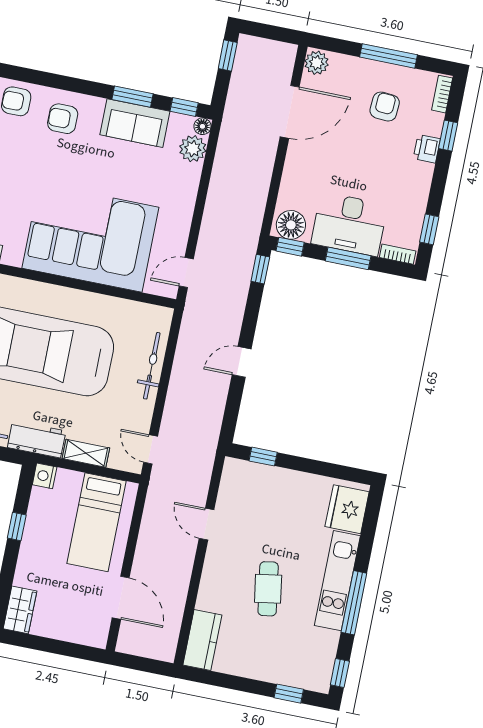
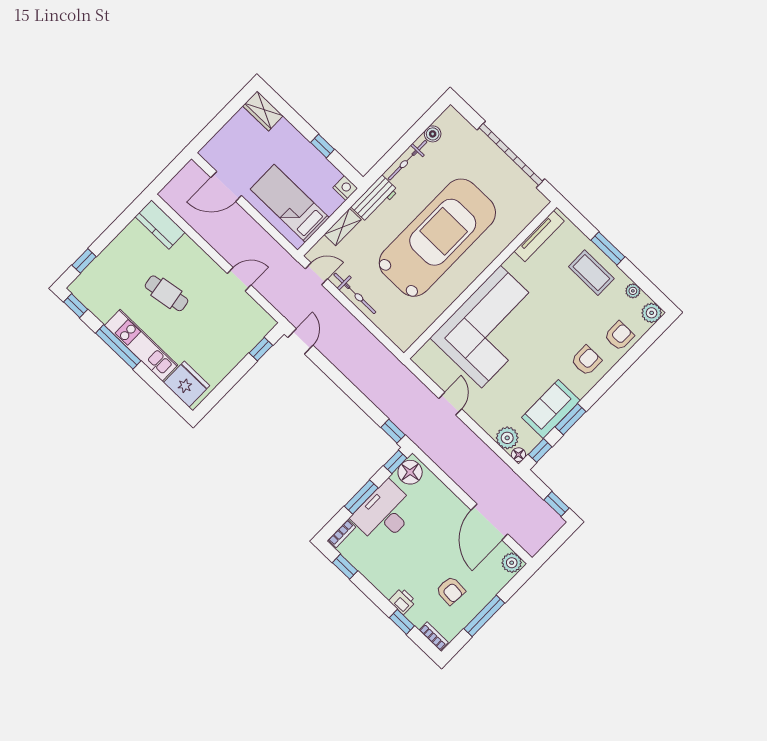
door: (186, 272) -> (450, 404), moved
door: (242, 362) -> (300, 341), moved
bicycle: (152, 366) -> (355, 293), moved

